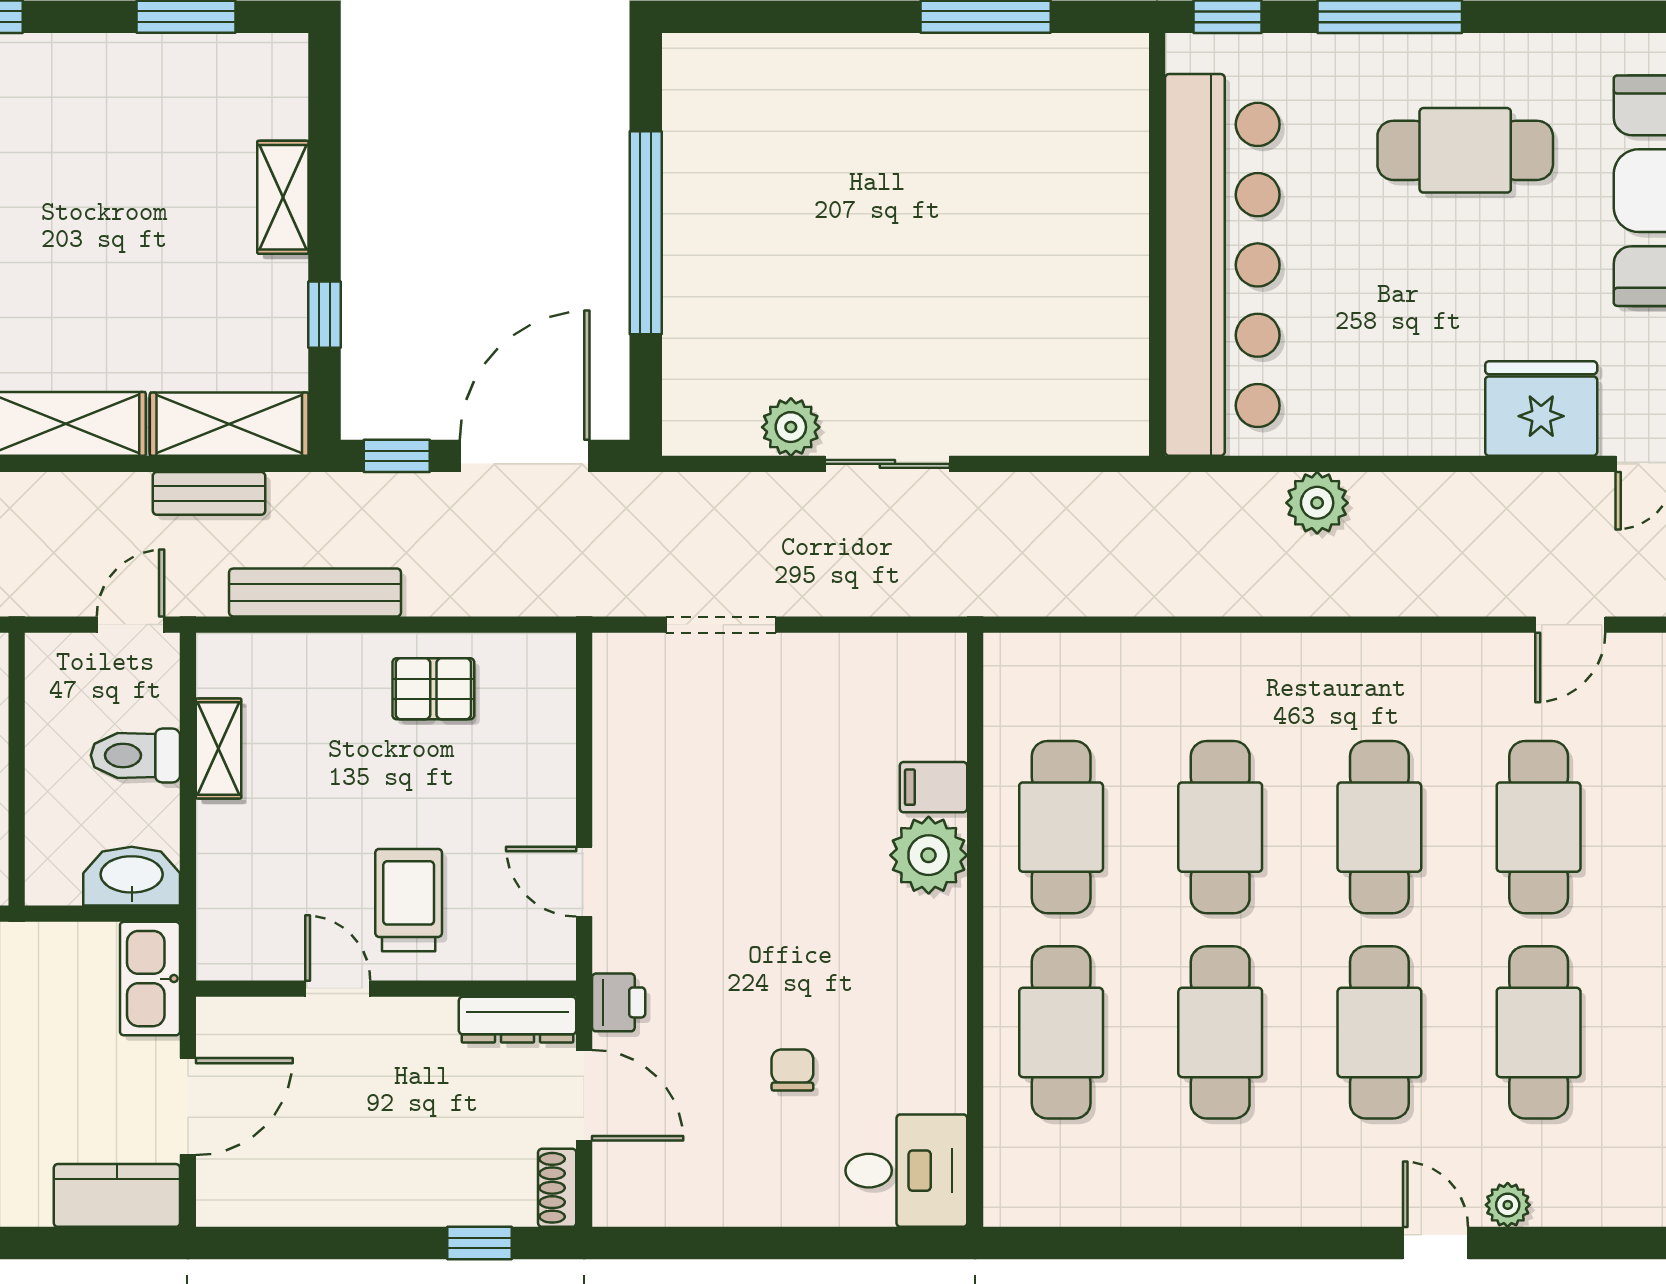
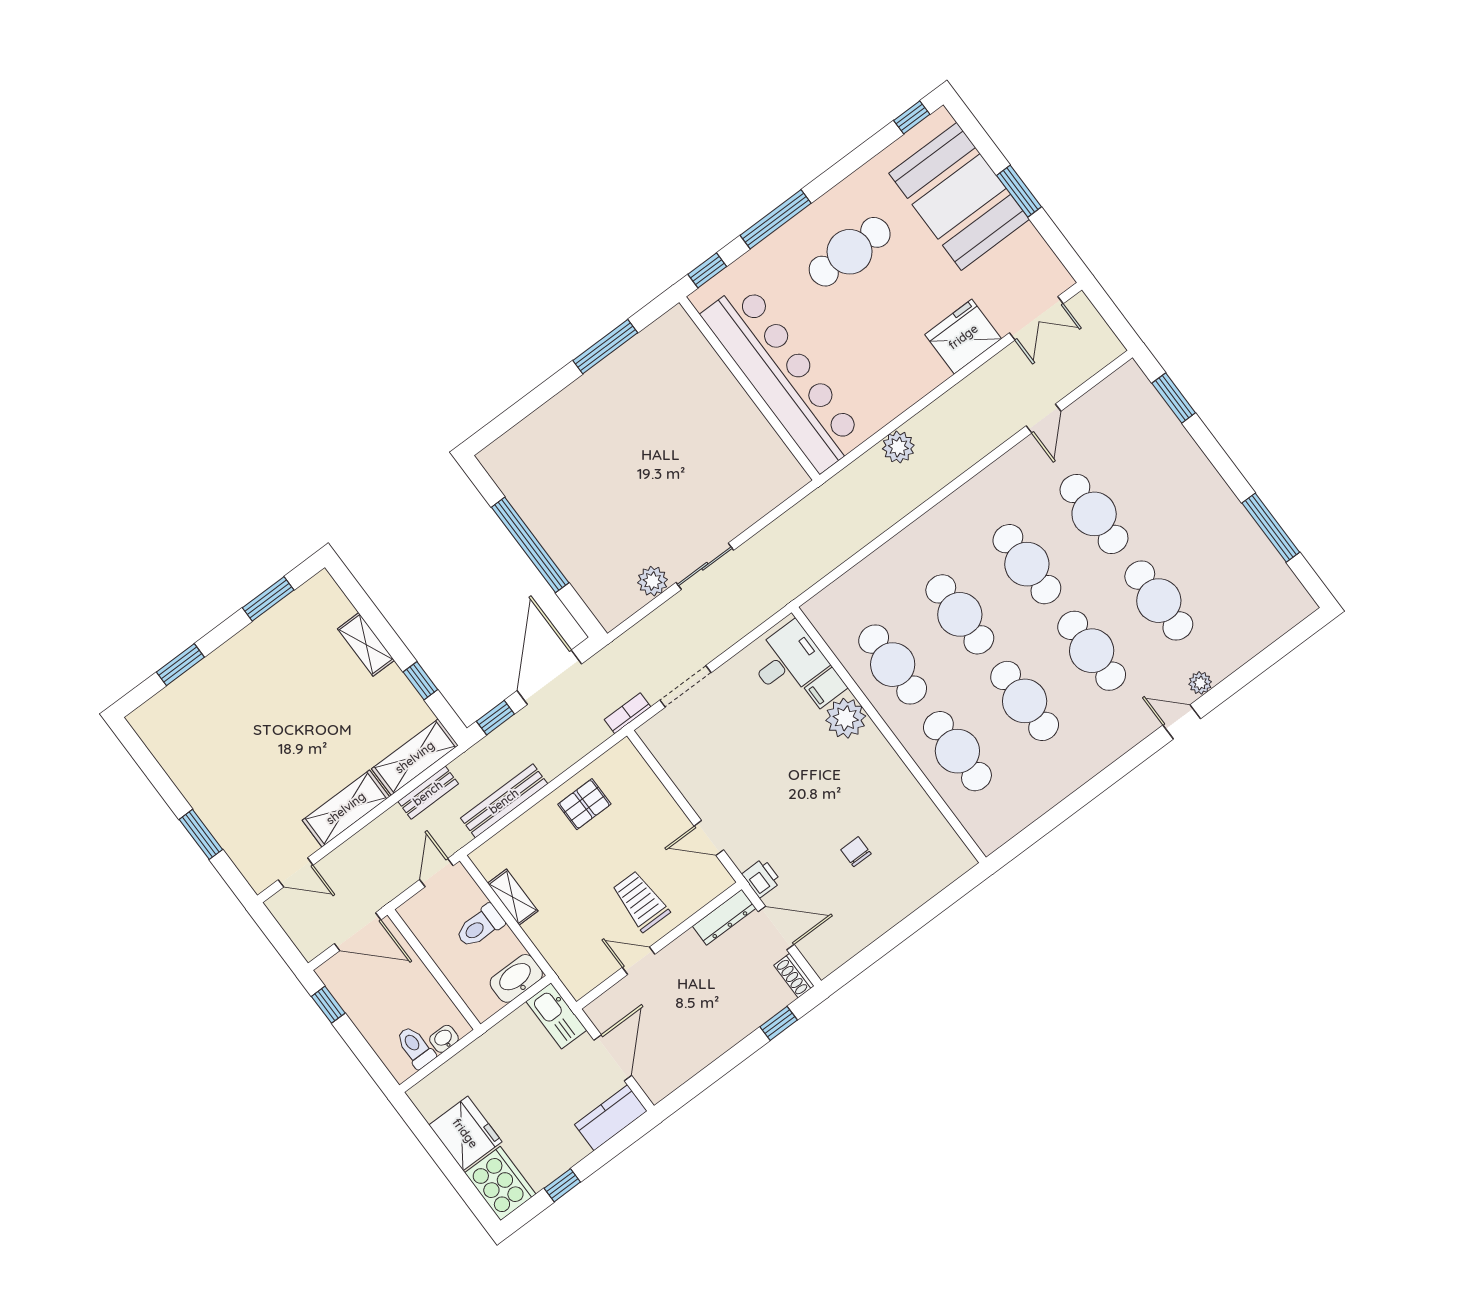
bookcase: (603, 599) -> (628, 713), added
desk: (906, 1171) -> (788, 660), moved

